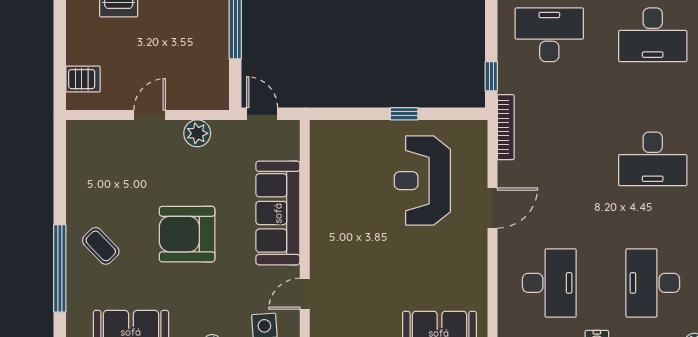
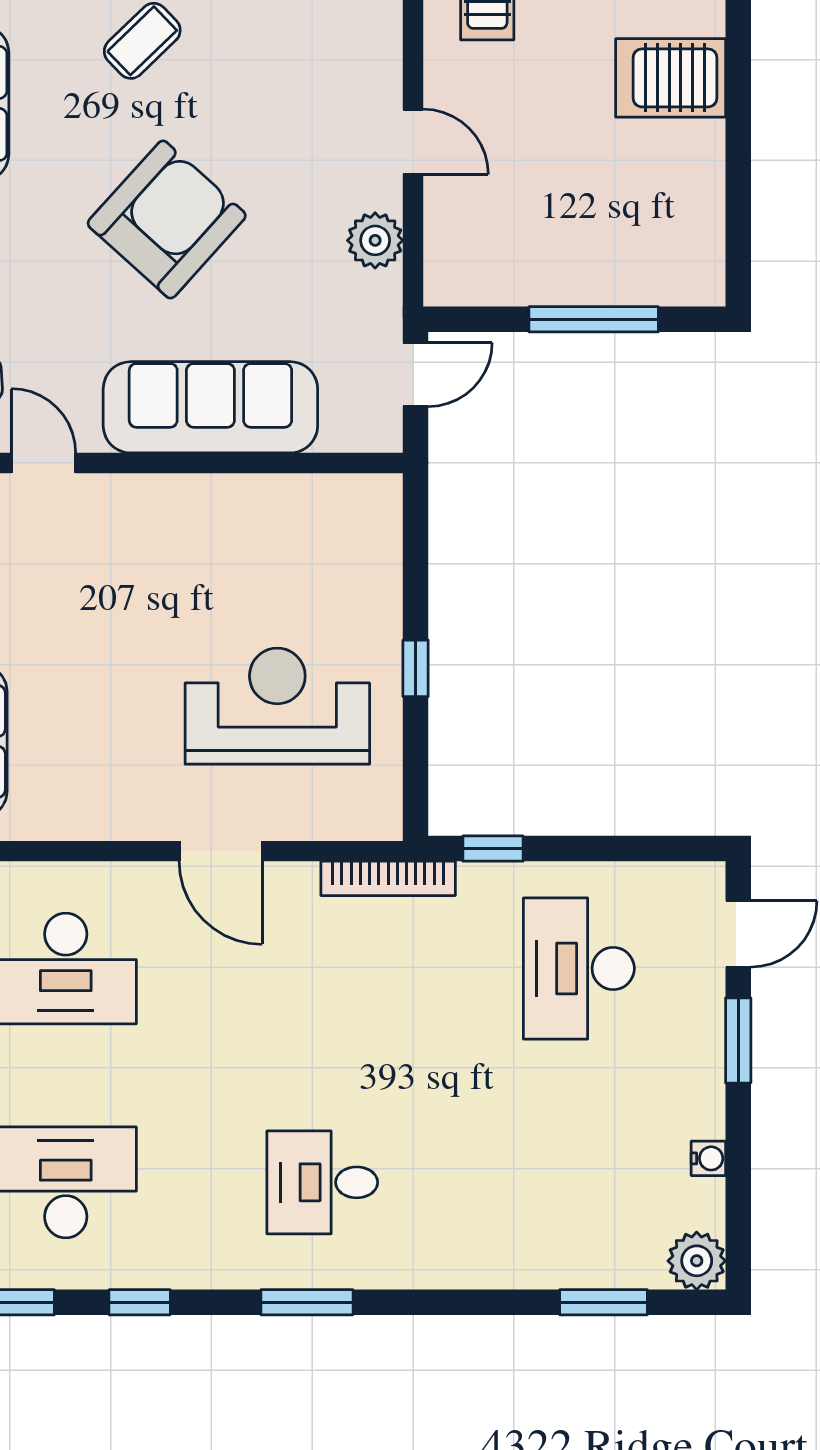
desk: (549, 35) -> (579, 968), turned 180
desk: (653, 35) -> (579, 1182), removed
desk: (653, 159) -> (322, 1182), width x0.73
armchair: (187, 234) -> (167, 220), turned 42

